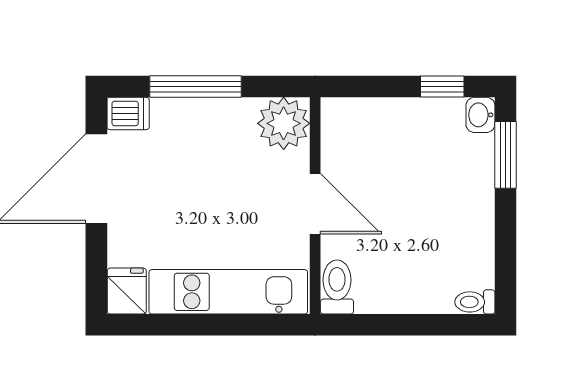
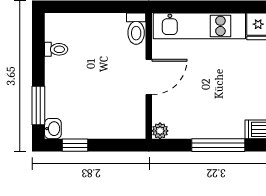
plant: (284, 123) -> (160, 131), width x0.53, depth x0.53
door: (315, 204) -> (149, 77), swing flipped
toilet: (475, 302) -> (56, 49), moved

